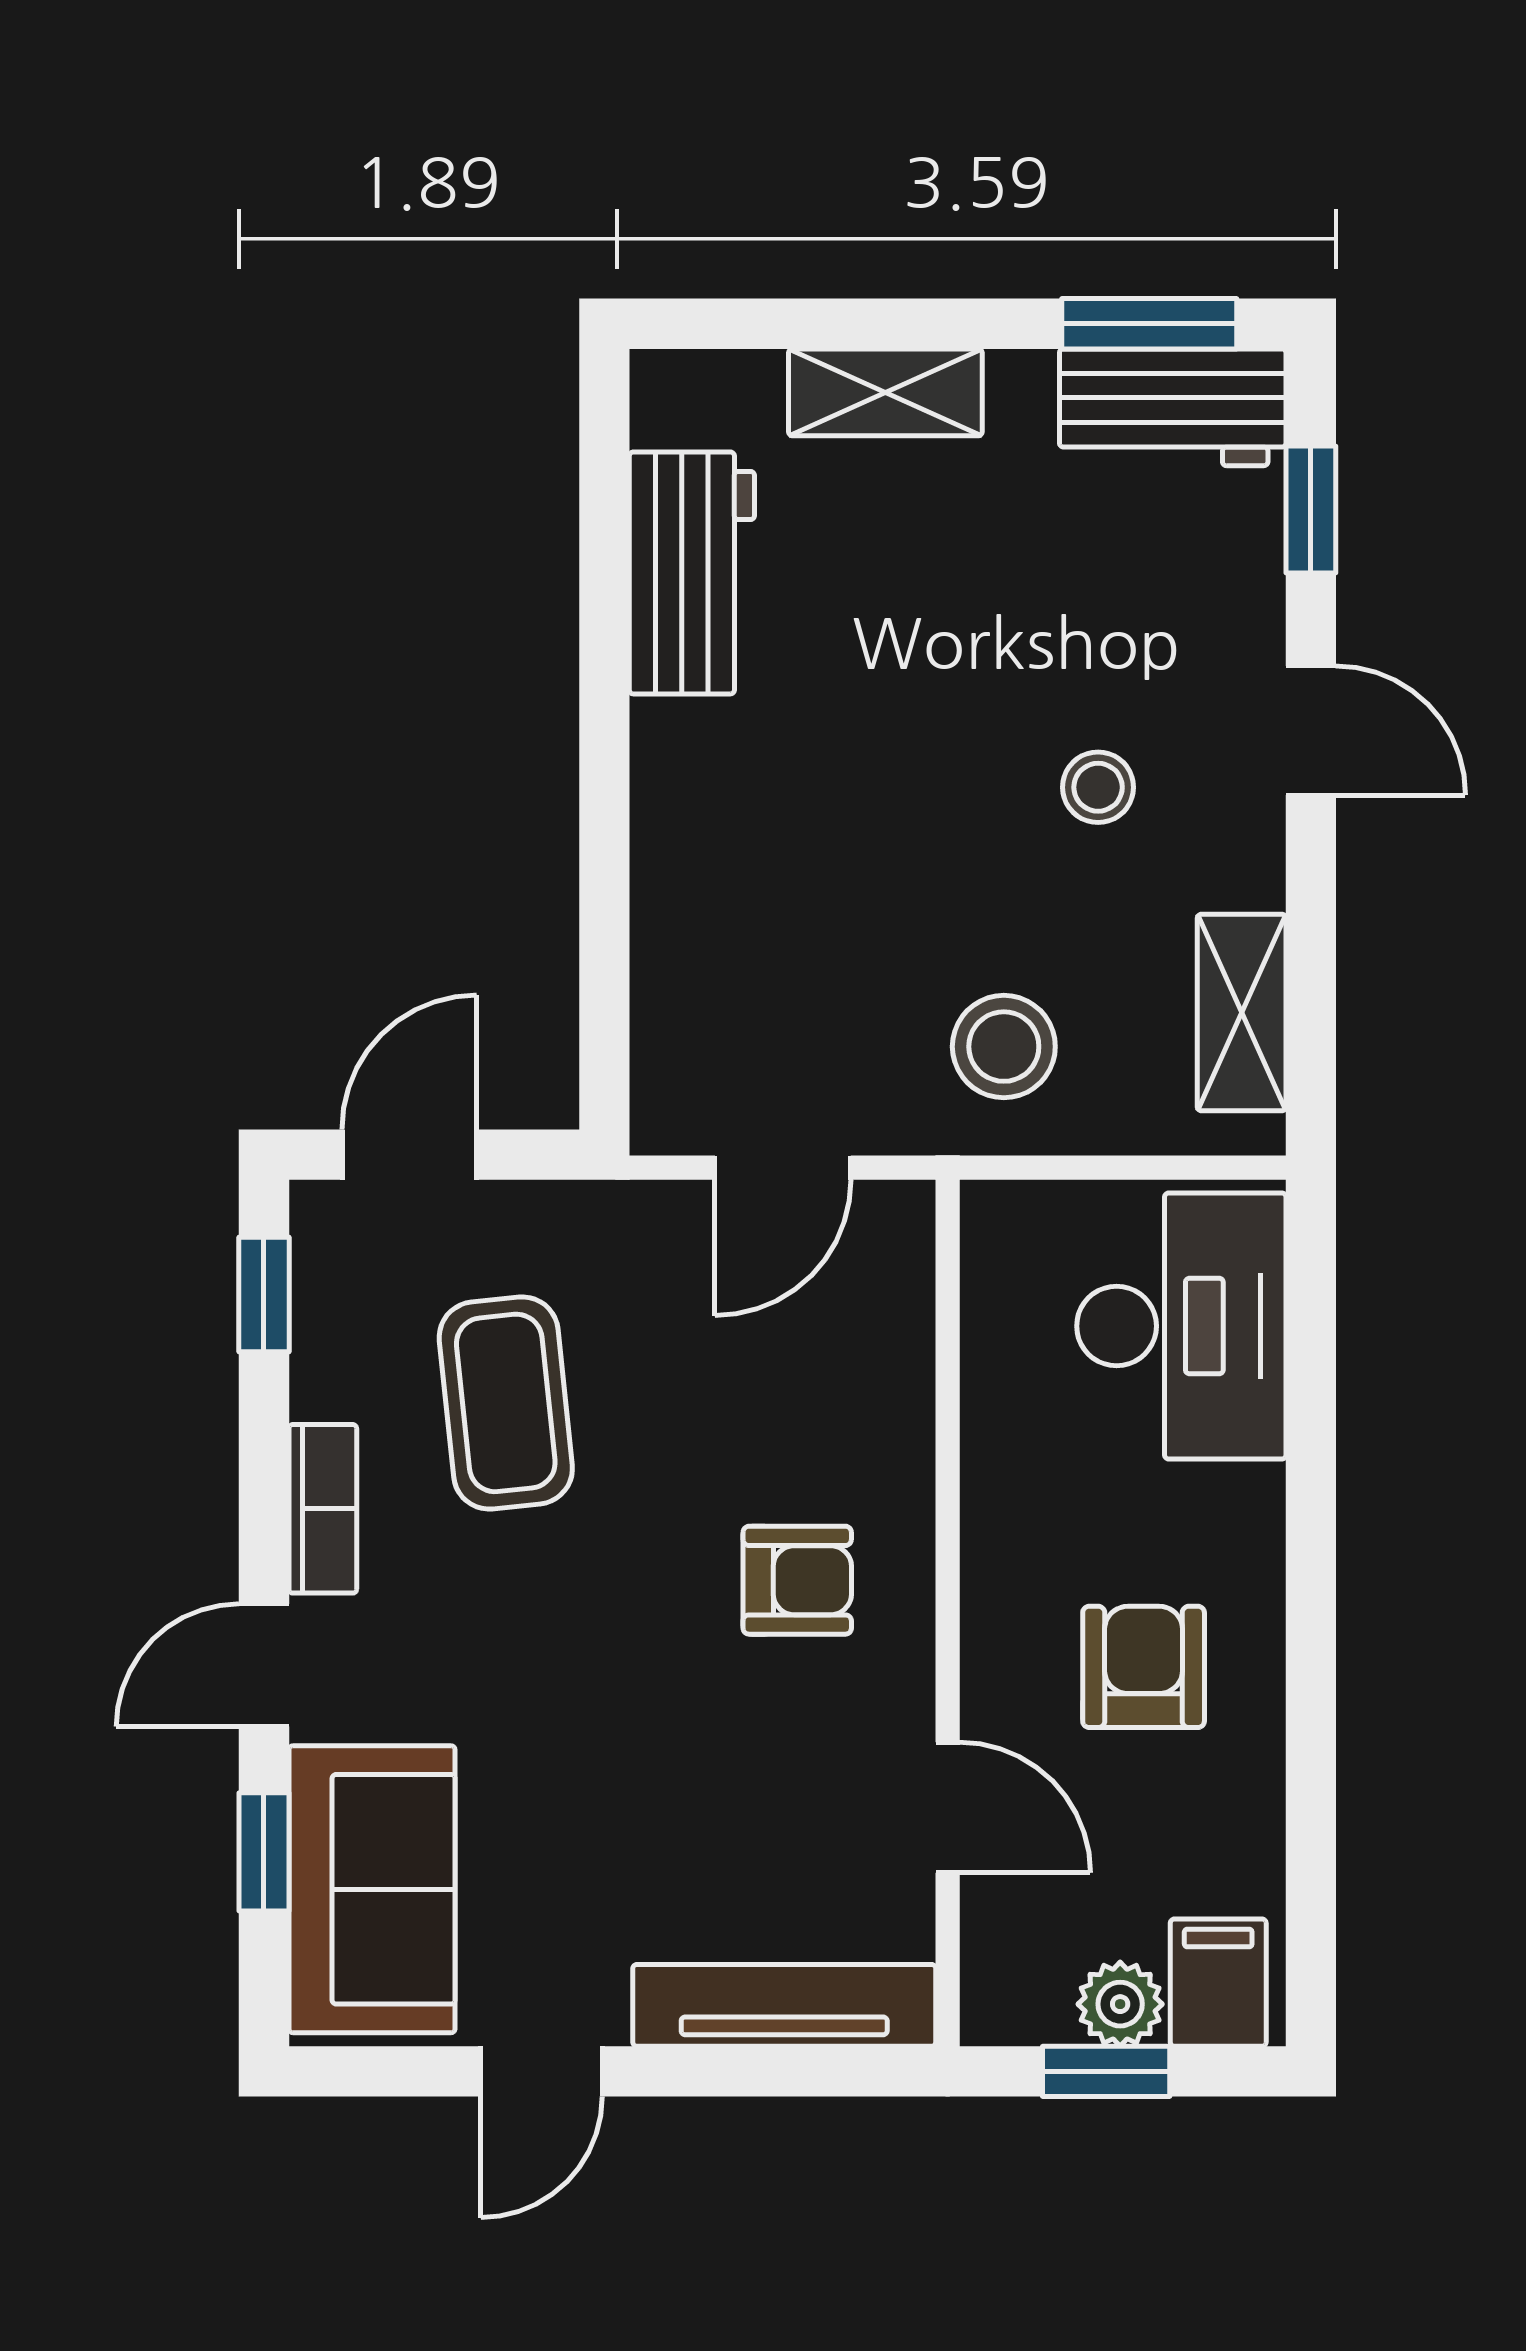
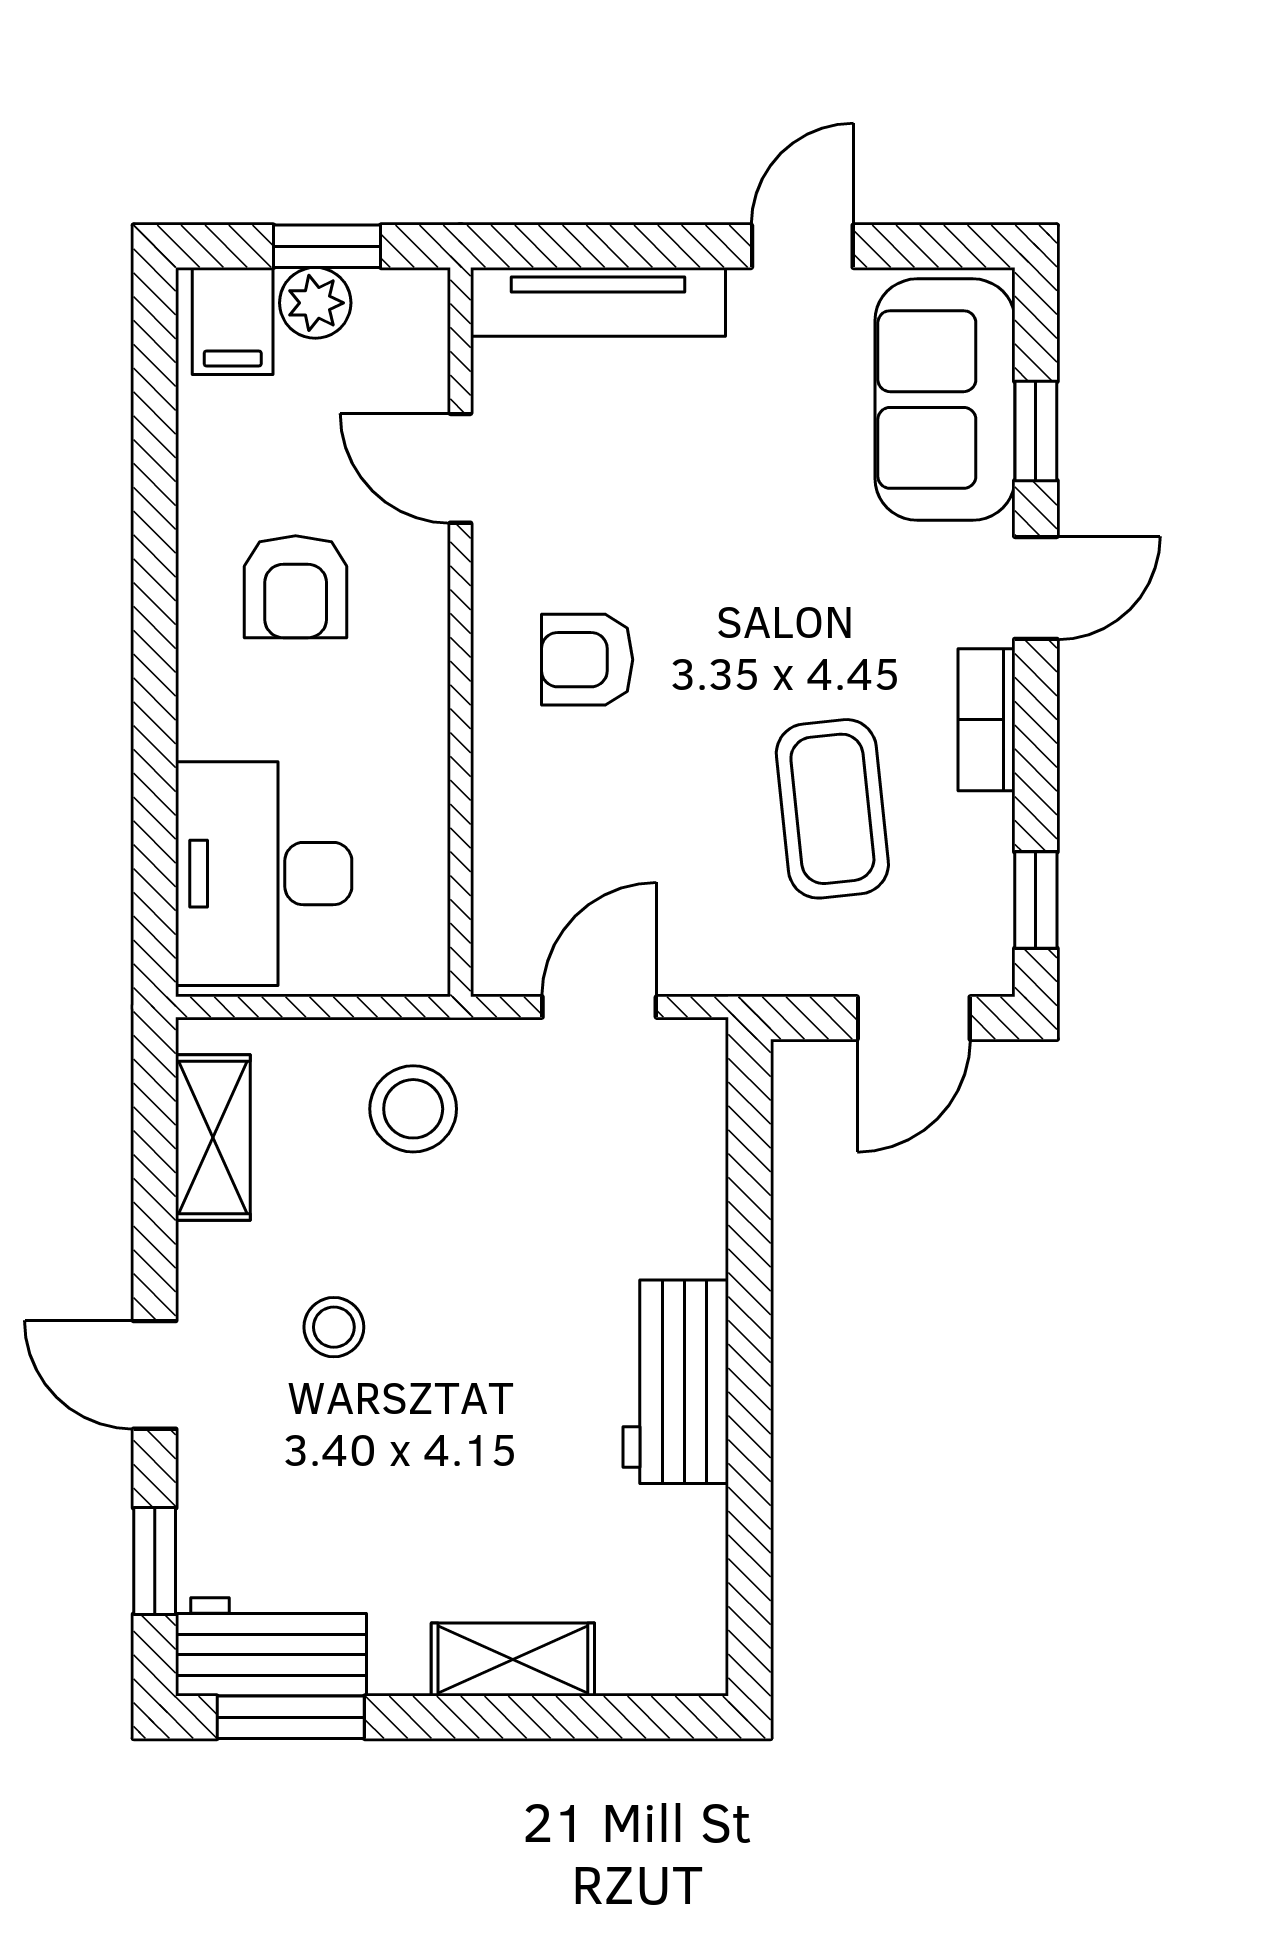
workbench: (692, 573) -> (676, 1382), moved

